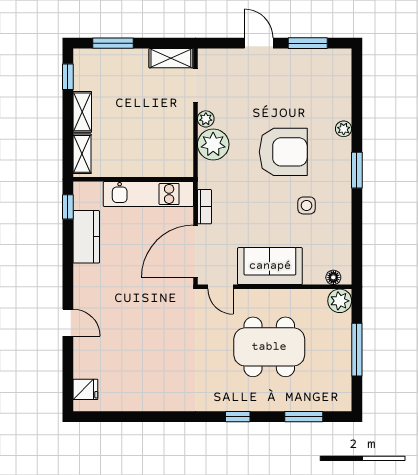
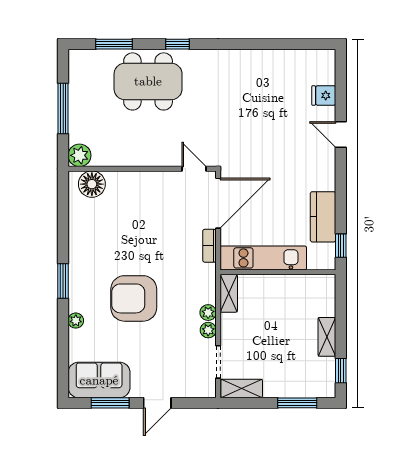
door: (259, 43) -> (157, 403), hinge flipped
plant: (213, 144) -> (208, 313), width x0.53, depth x0.53
shelving: (82, 154) -> (229, 293), moved
side table: (307, 205) -> (111, 247), removed
sofa: (270, 266) -> (99, 380), moved, turned 180
floor lamp: (333, 277) -> (92, 184), width x1.89, depth x1.89
dining table: (269, 347) -> (148, 81), moved
fridge: (85, 389) -> (324, 95), moved

